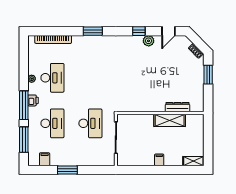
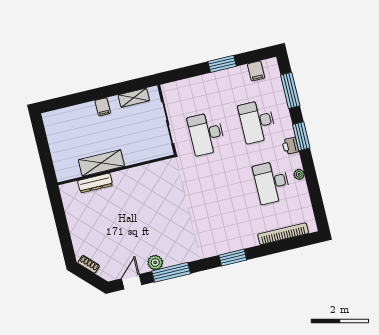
window: (139, 31) -> (171, 272), width x2.17
window: (208, 75) -> (65, 236), removed
window: (24, 105) -> (301, 136), width x0.69
shelving: (193, 161) -> (134, 98), moved

